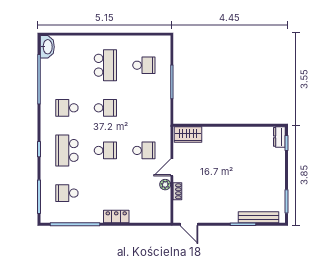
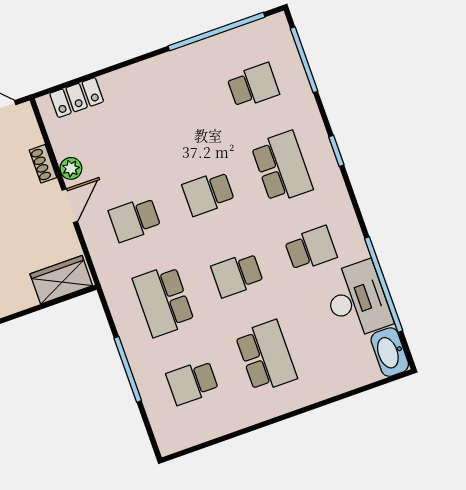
school desk: (105, 65) -> (266, 356), turned 180
desk: (54, 76) -> (357, 300), added
school desk: (144, 108) -> (164, 301), added
locker: (116, 217) -> (77, 98), moved

